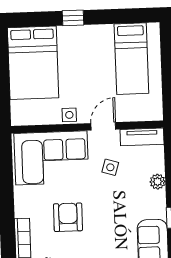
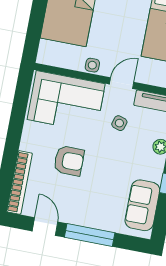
armchair: (68, 217) -> (69, 161), turned 90

